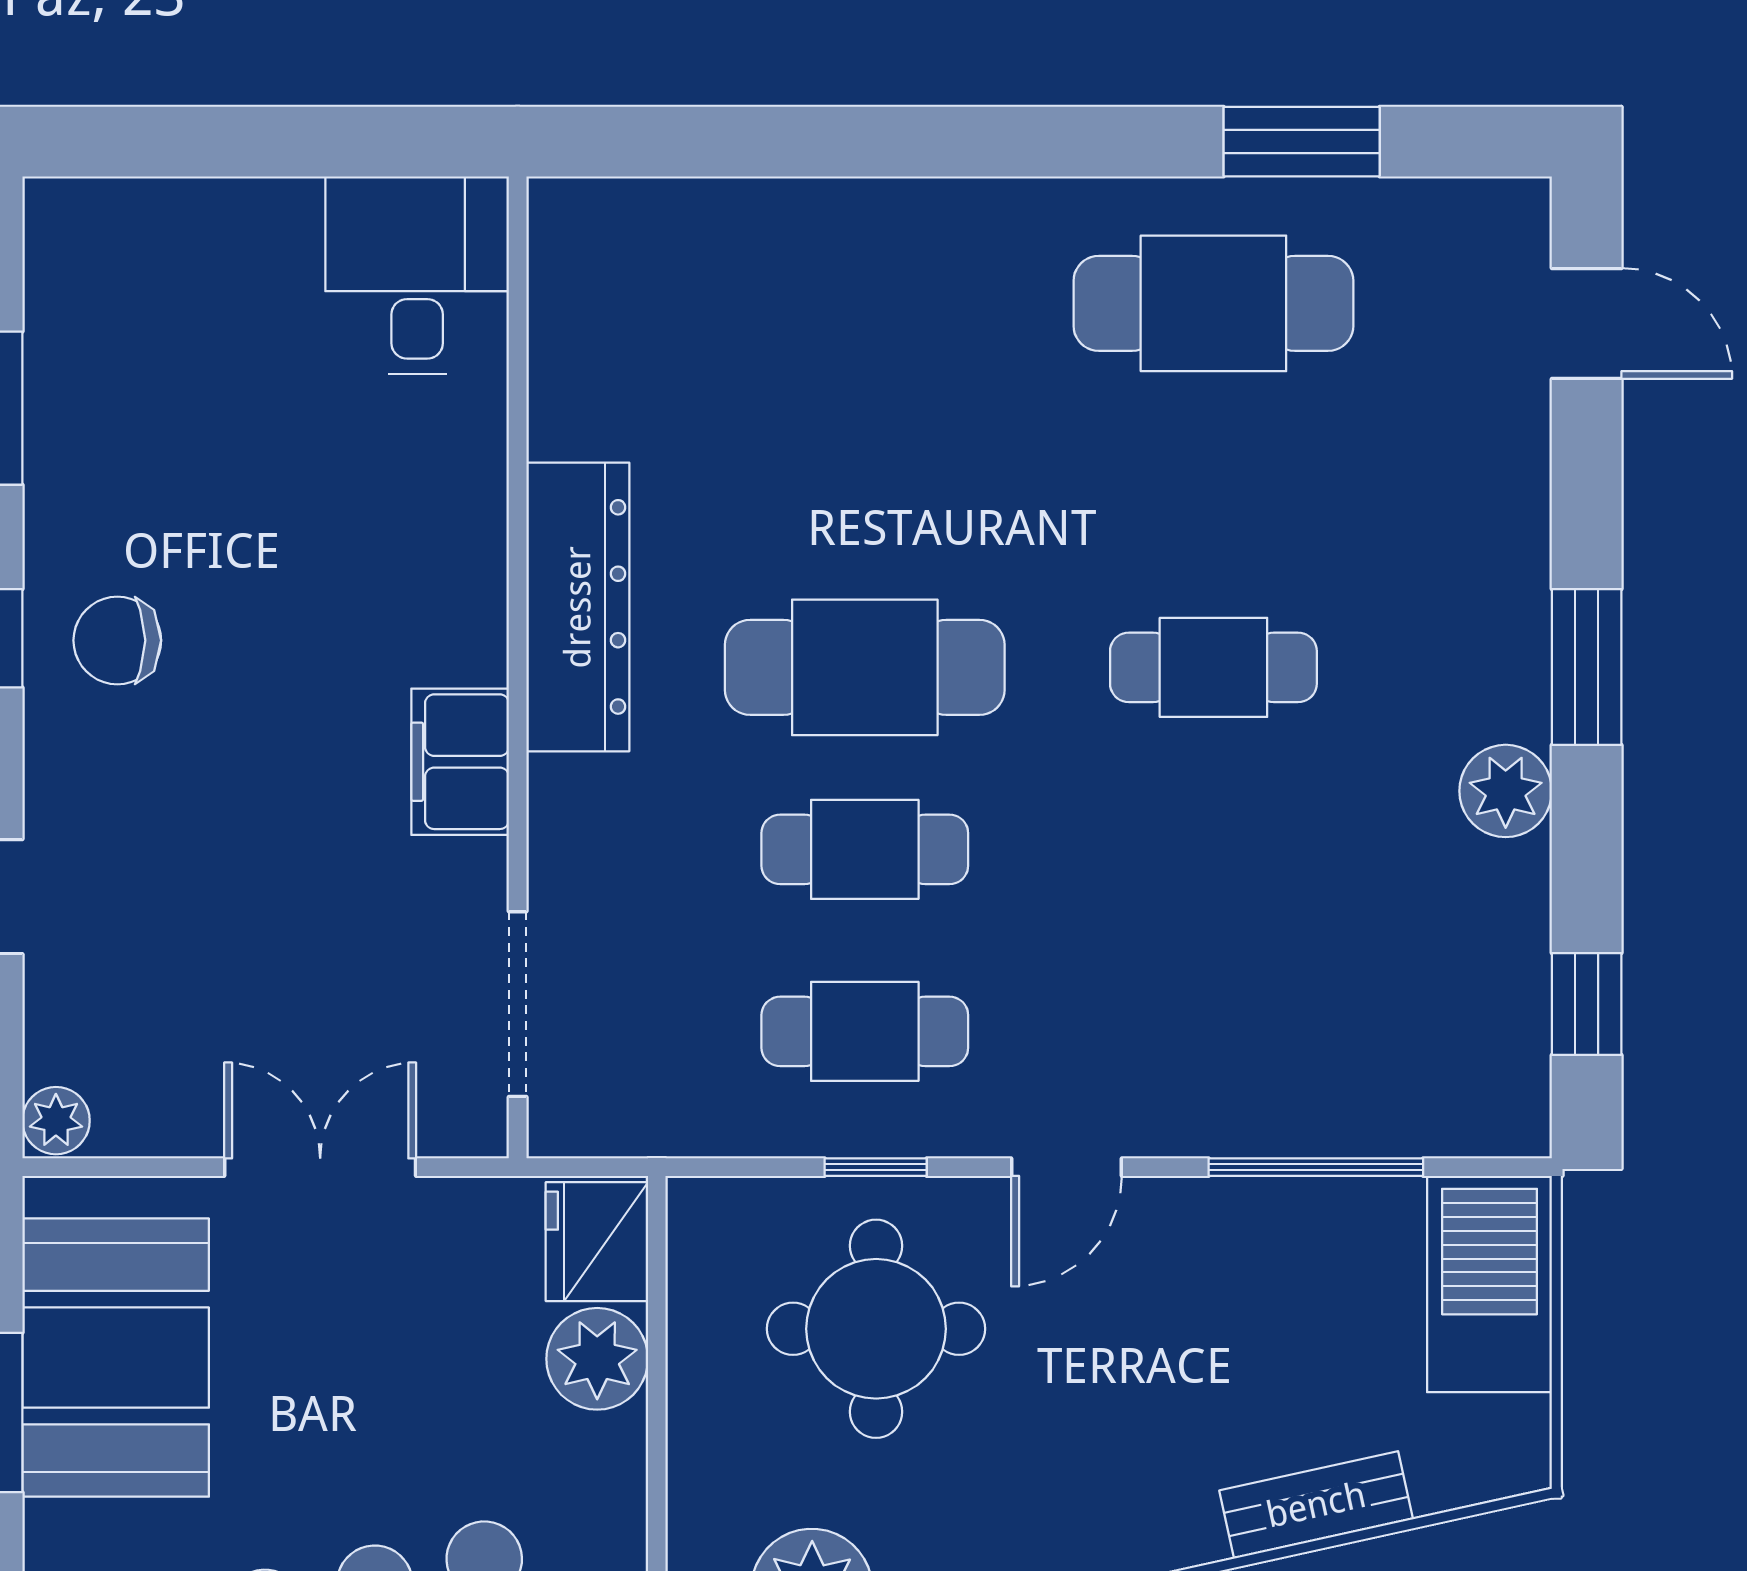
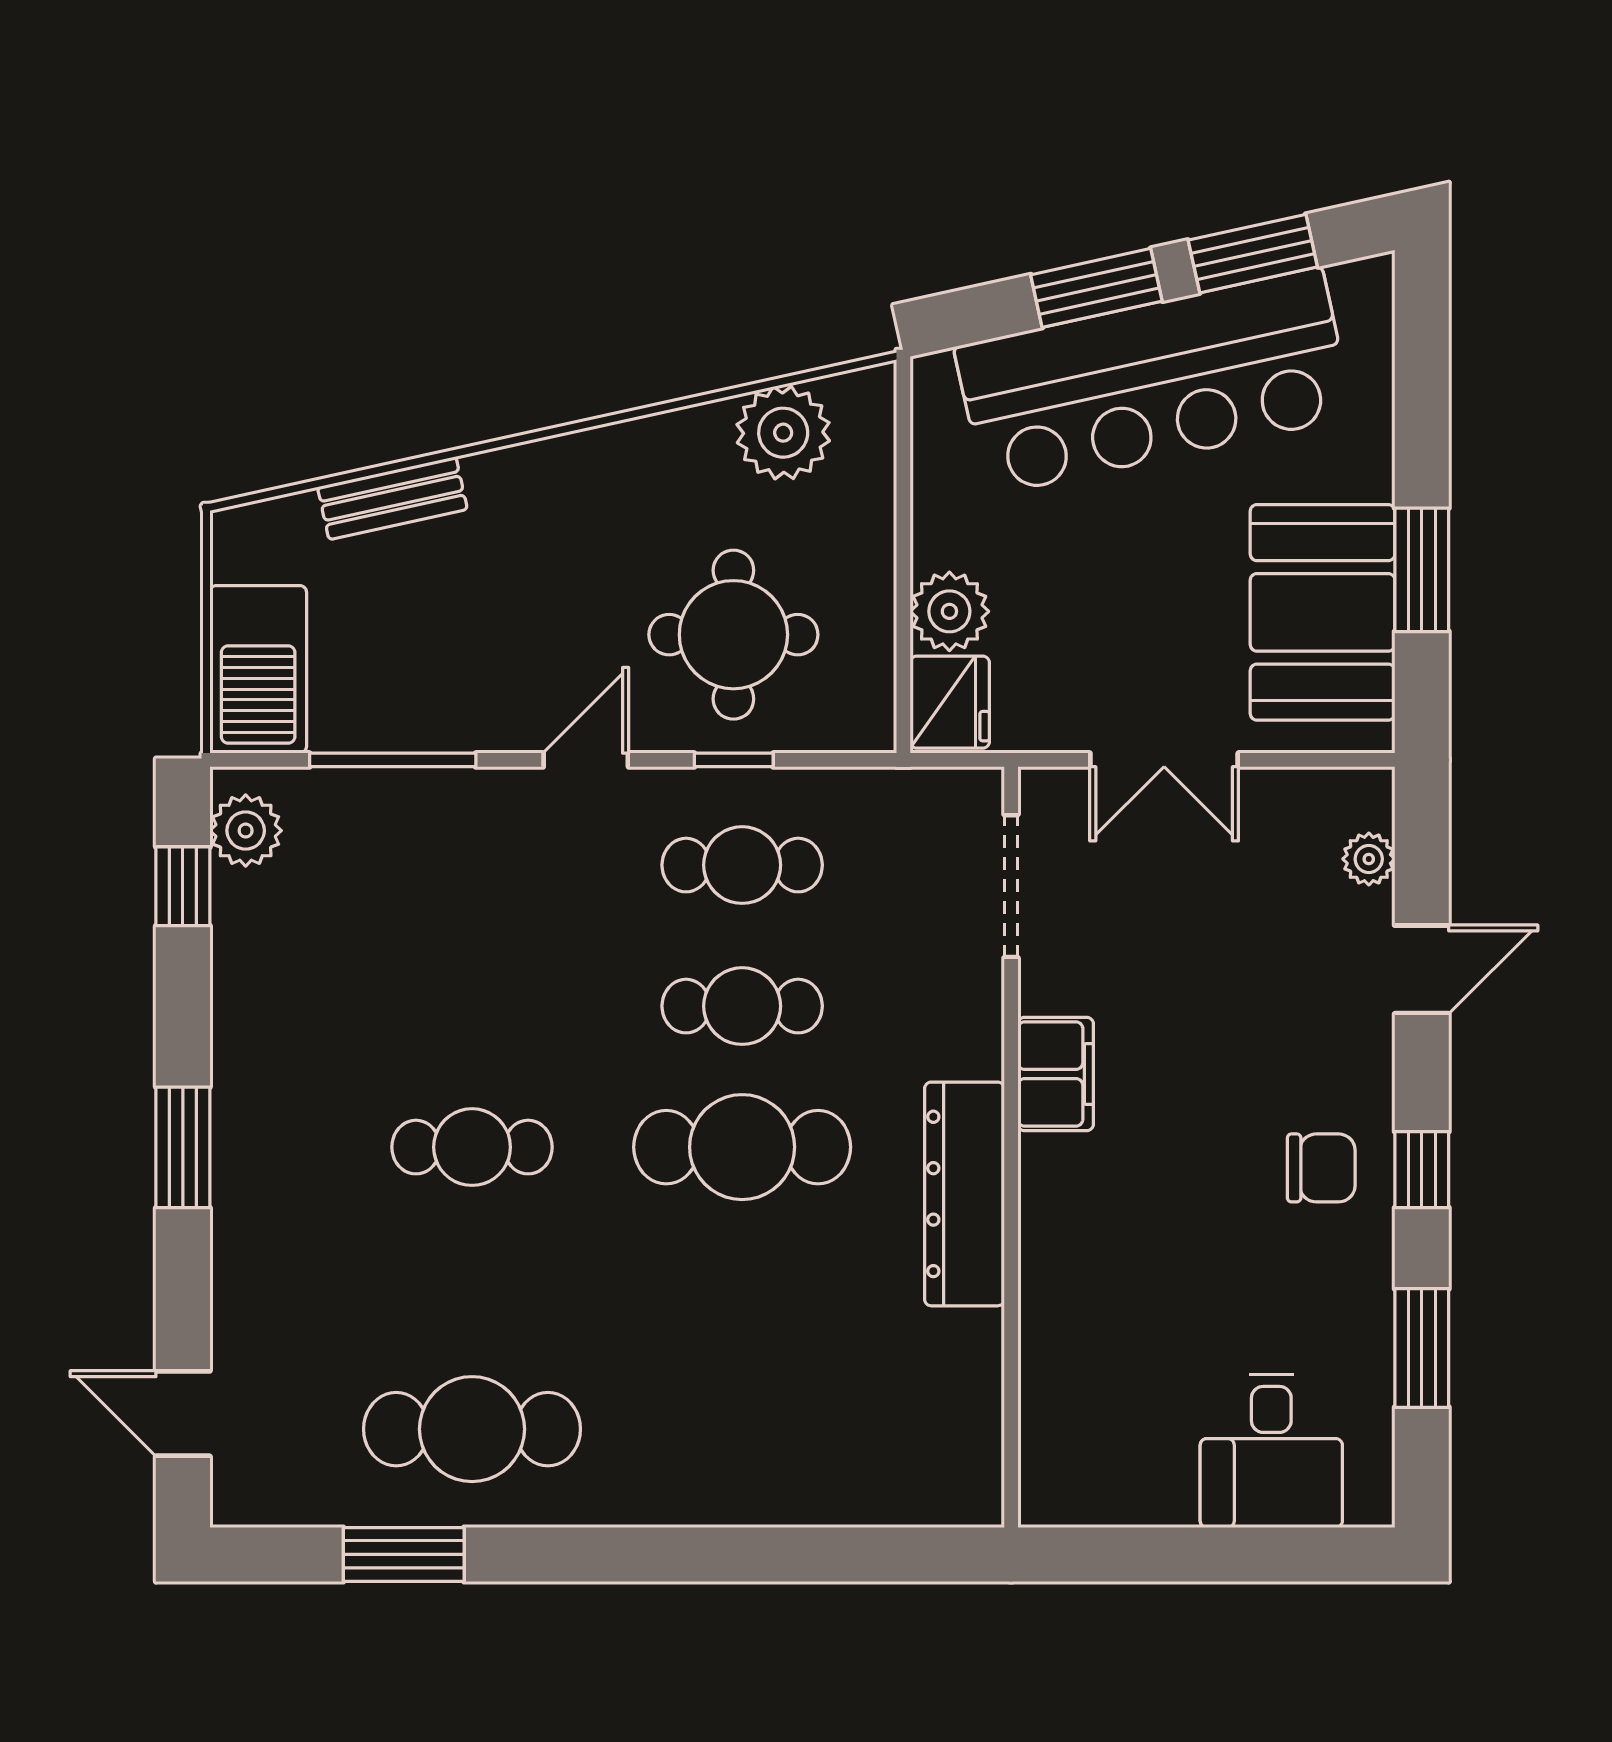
desk: (417, 275) -> (1271, 1451), moved
plant: (1506, 791) -> (246, 831), moved
plant: (56, 1121) -> (1369, 859), moved

